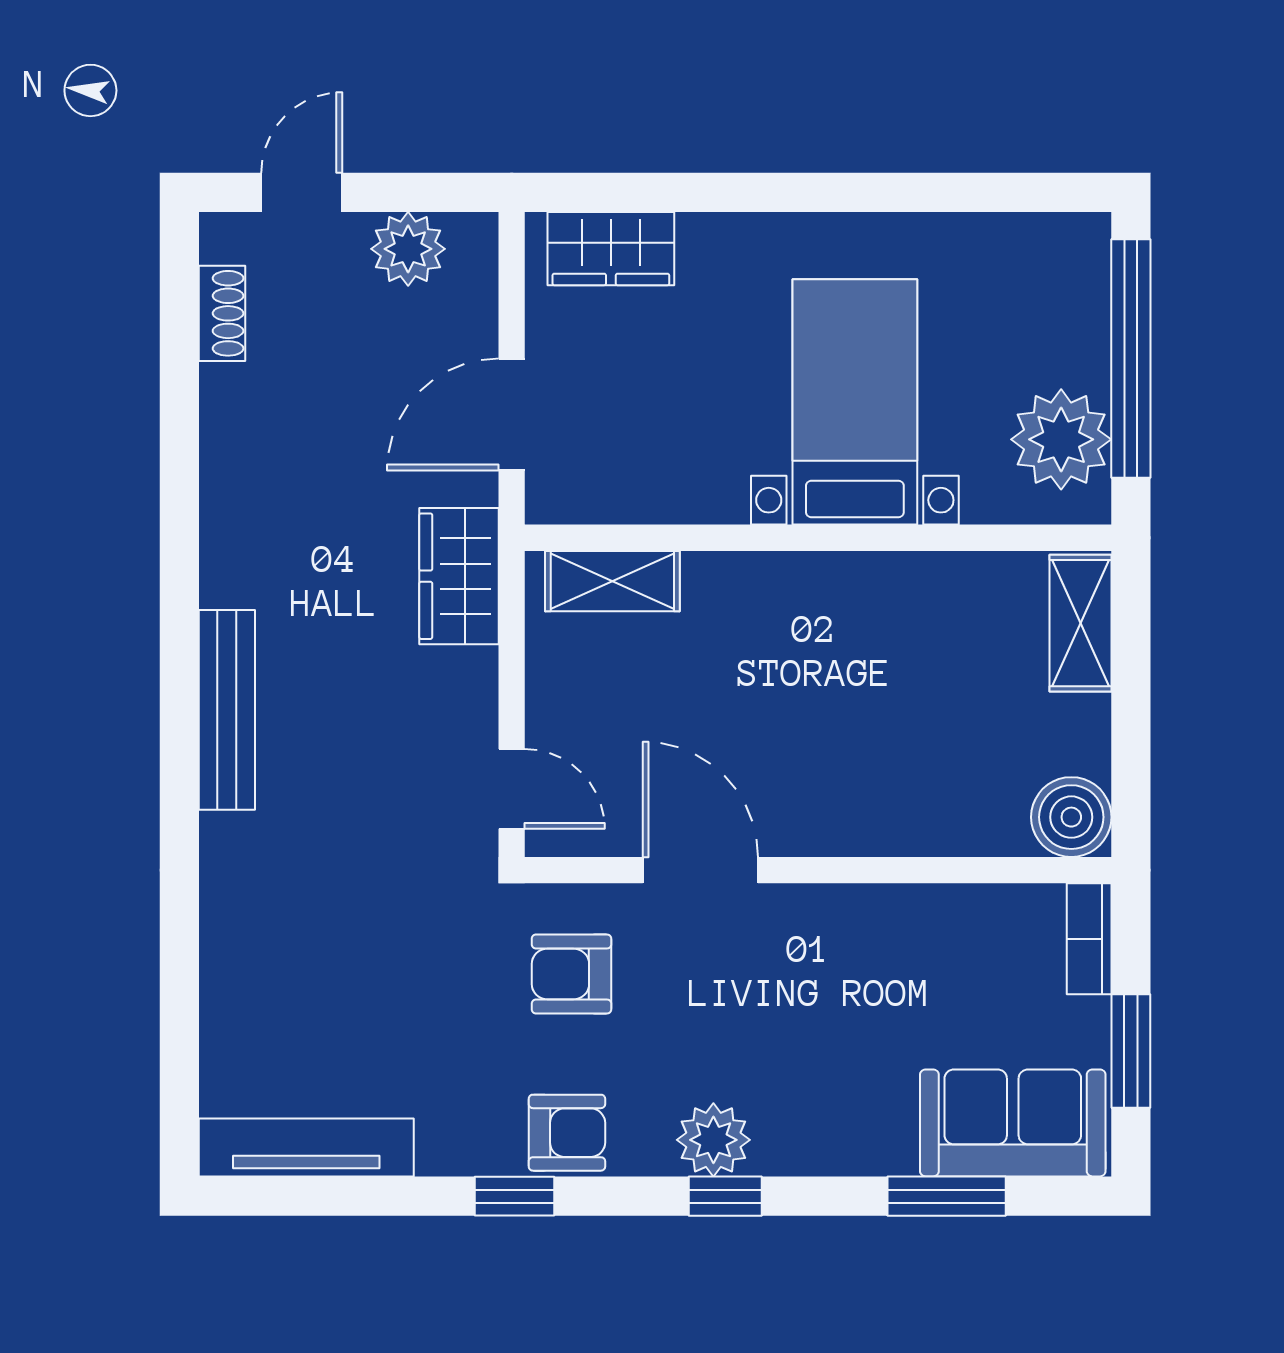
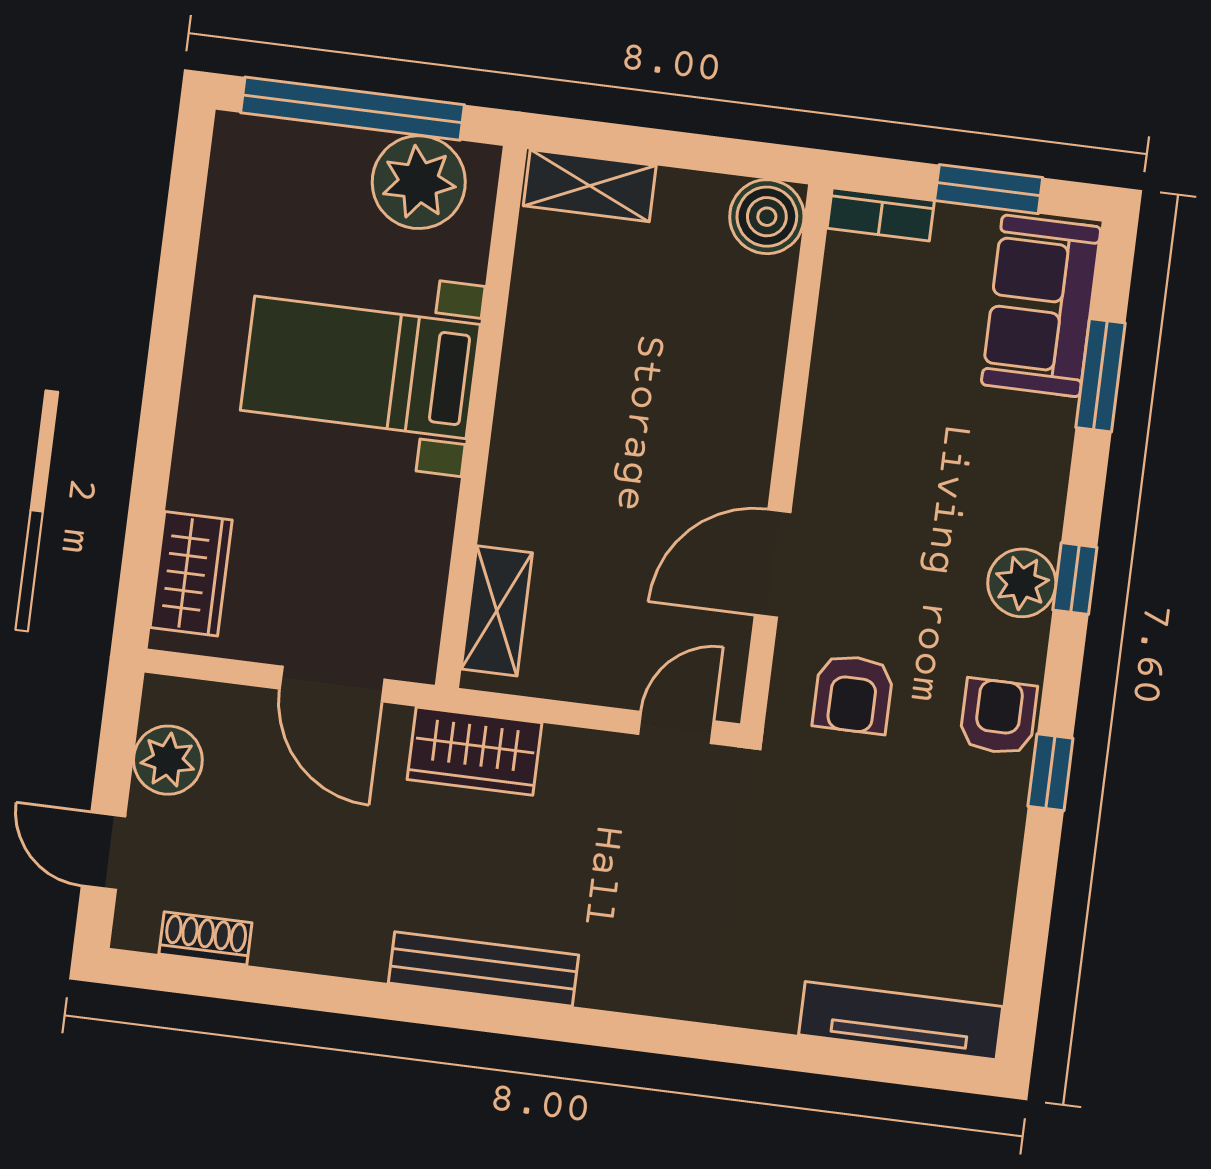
bench: (227, 710) -> (483, 969), moved
tv unit: (306, 1147) -> (901, 1021), moved, turned 90

